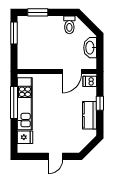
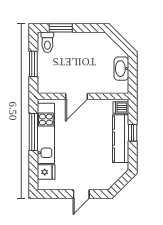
toilet: (69, 25) -> (47, 42), moved
window: (14, 33) -> (33, 64), moved
door: (72, 72) -> (77, 96), moved
kitchen counter: (90, 115) -> (121, 139), width x1.50

